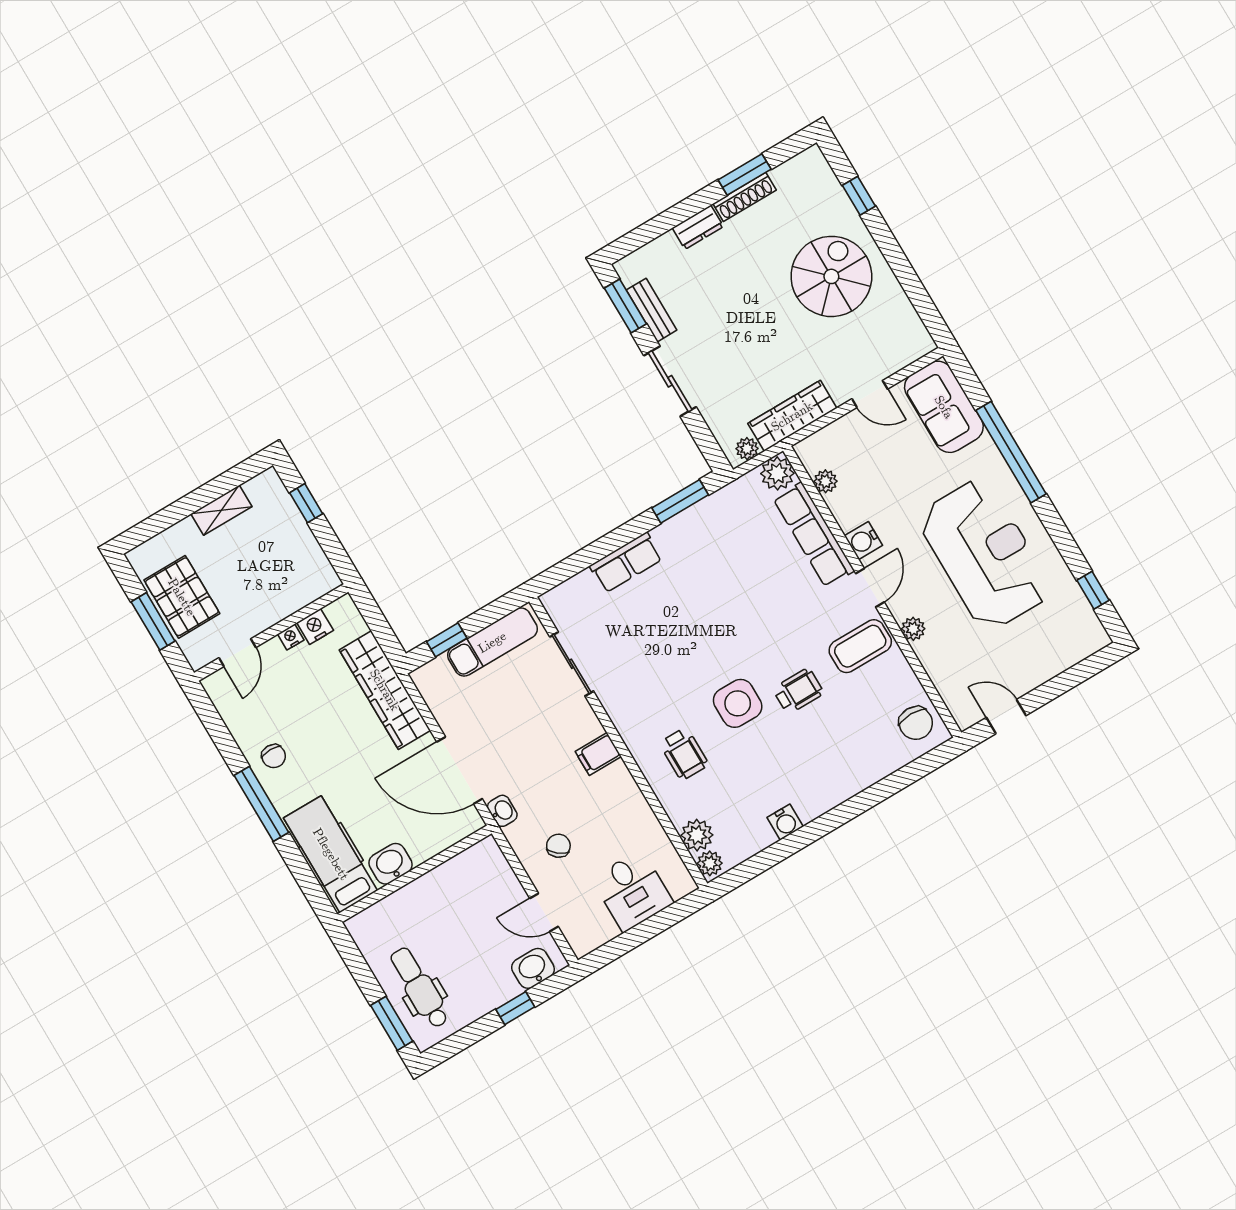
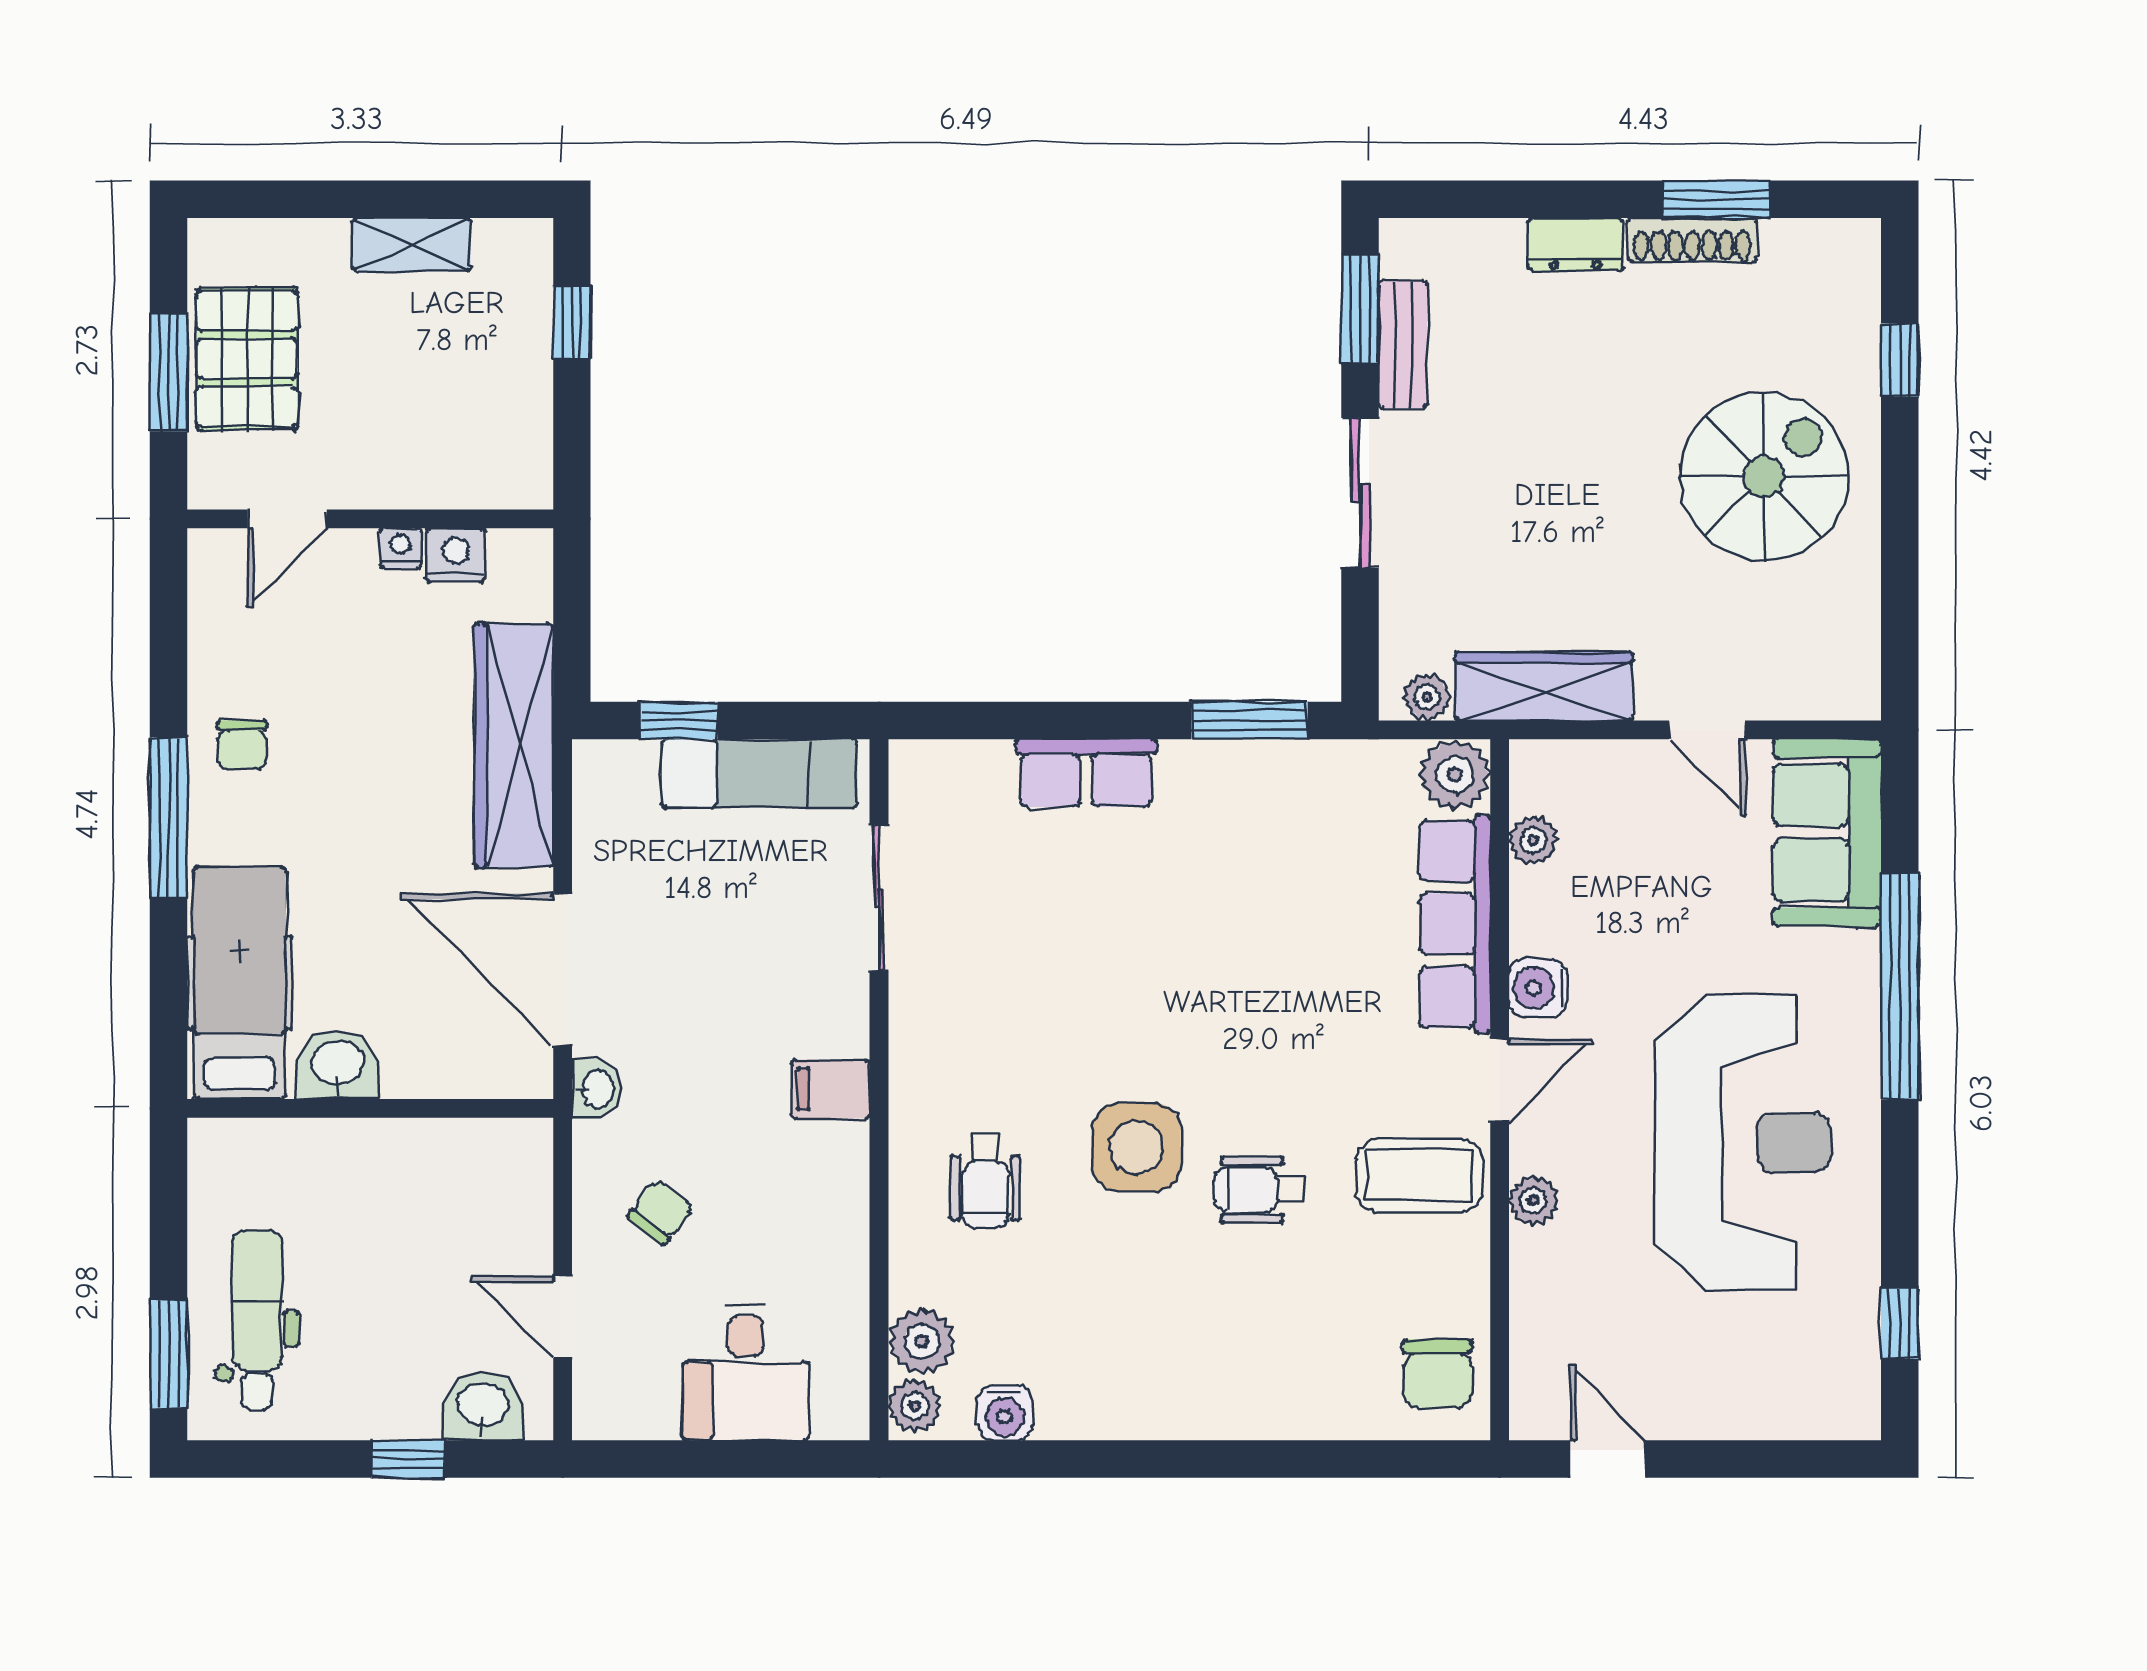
wheelchair: (798, 691) -> (1259, 1190), turned 180
water cooler: (785, 822) -> (1005, 1412), moved

